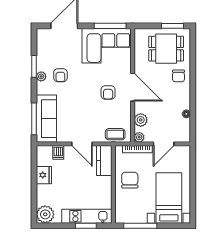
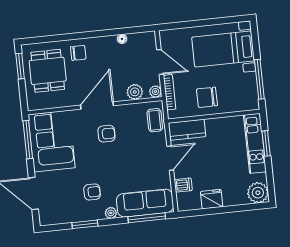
plant: (41, 76) -> (111, 213), moved

